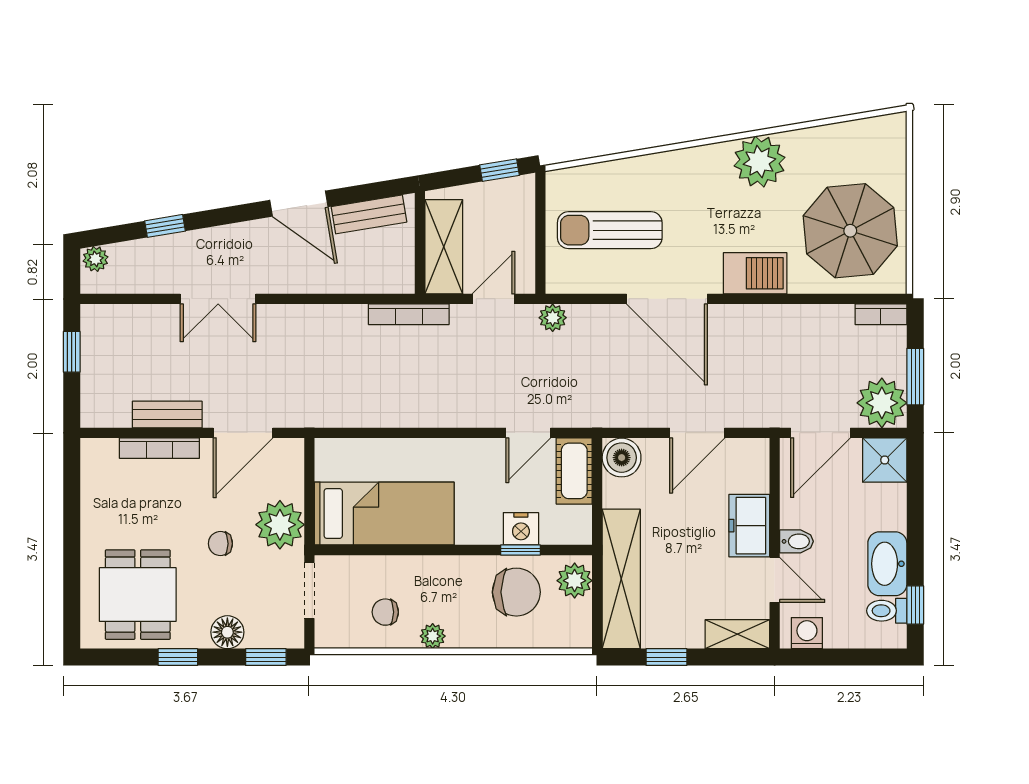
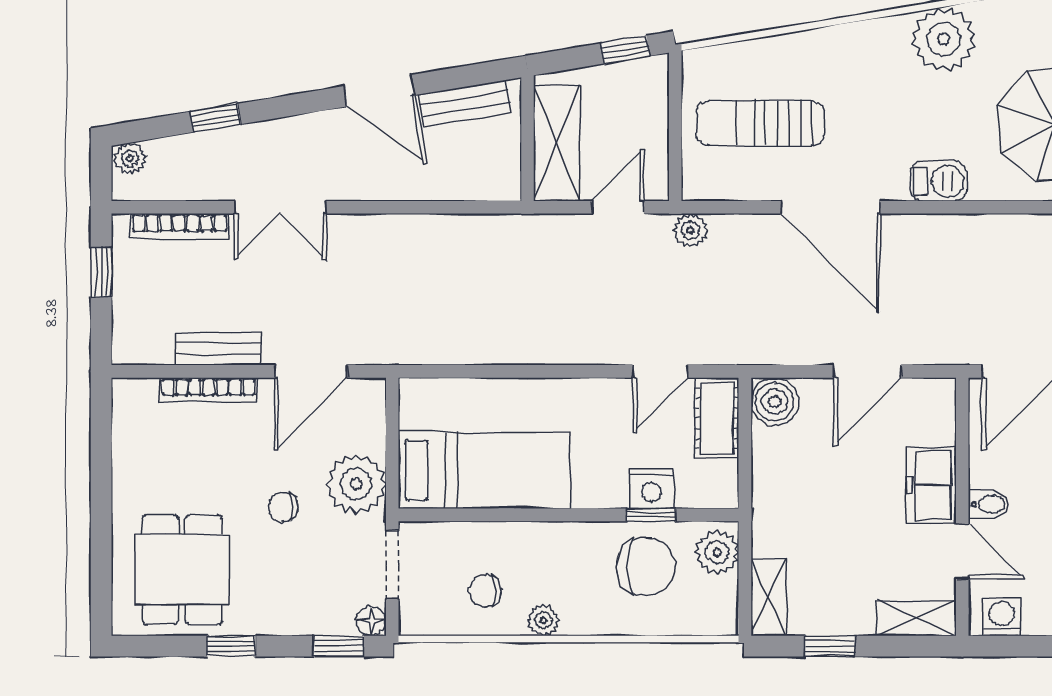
barbecue: (755, 273) -> (938, 181), width x0.73, depth x0.79
bookcase: (409, 314) -> (180, 226), moved
shelving: (621, 579) -> (769, 597), width x0.45, depth x0.75
floor lamp: (227, 632) -> (371, 621), moved, width x0.73, depth x0.73

